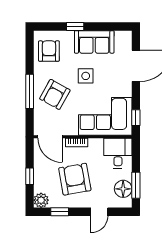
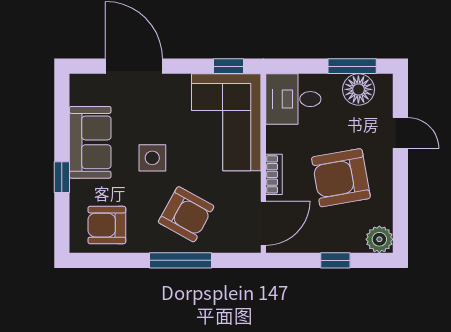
window: (60, 212) -> (400, 205), removed

